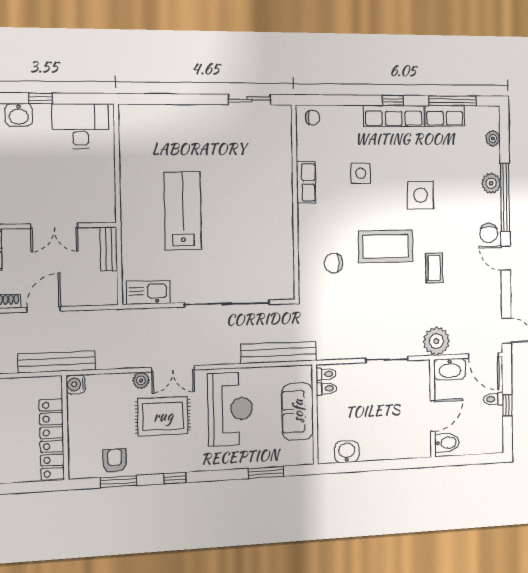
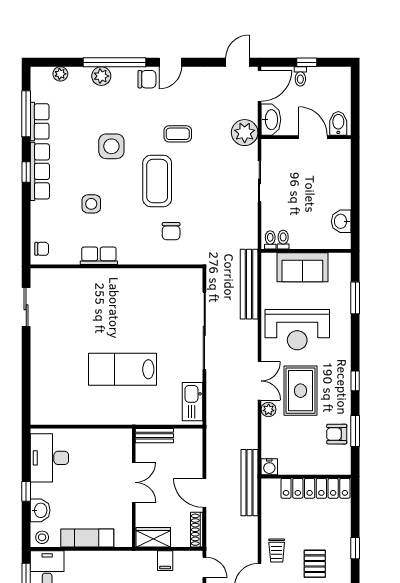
chair: (313, 118) -> (42, 249), turned 90
reception desk: (230, 409) -> (297, 330), turned 180

